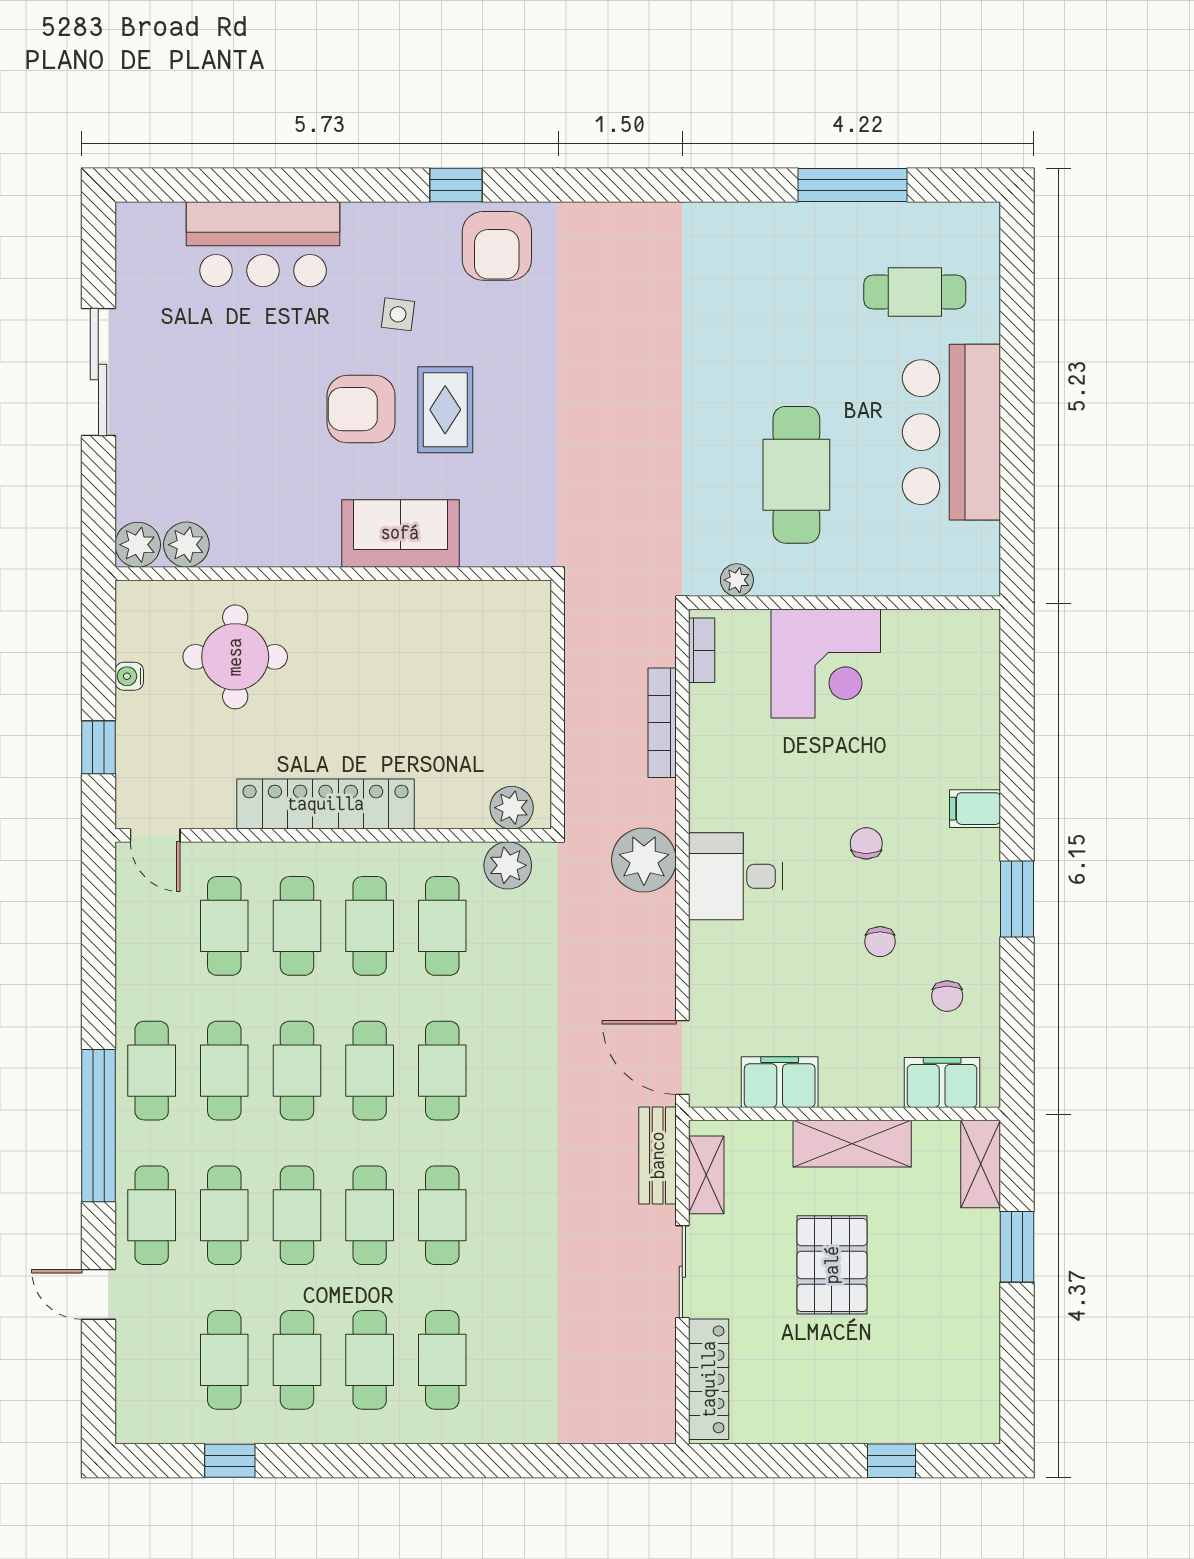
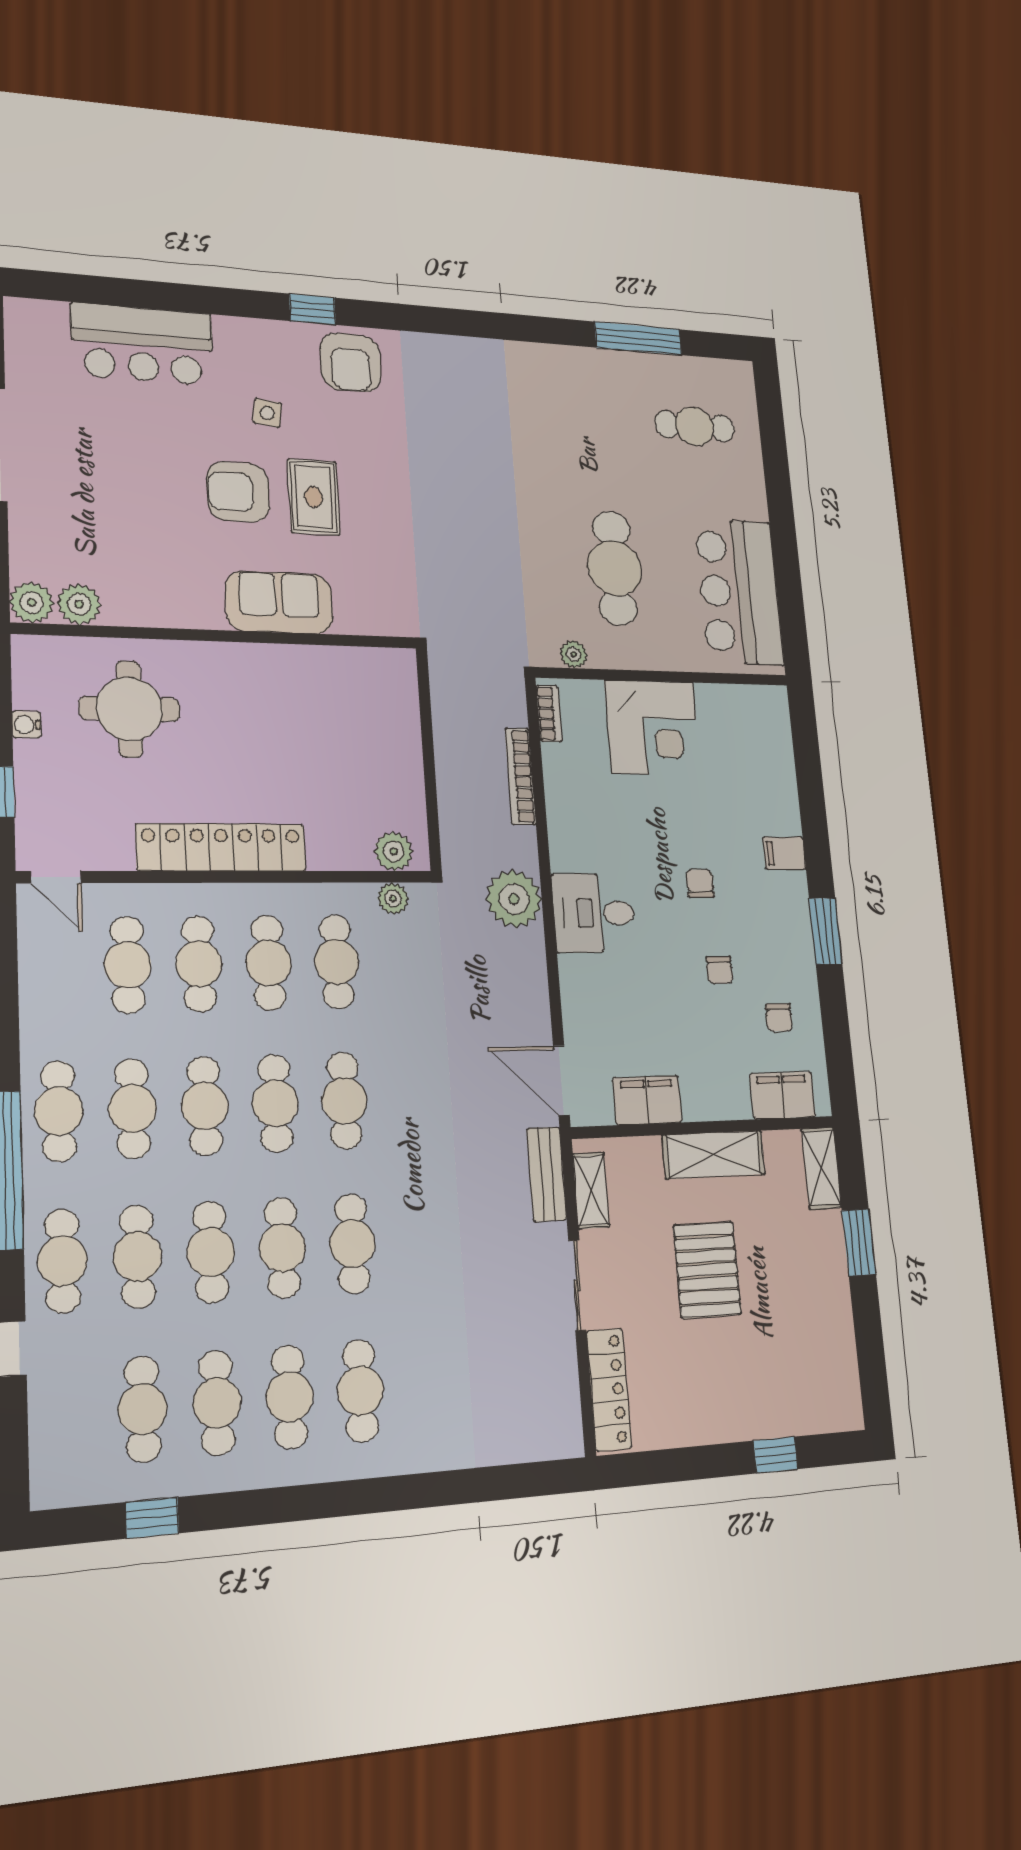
bar counter: (951, 432) -> (739, 592), moved
plant: (508, 865) -> (393, 898), width x0.73, depth x0.73

